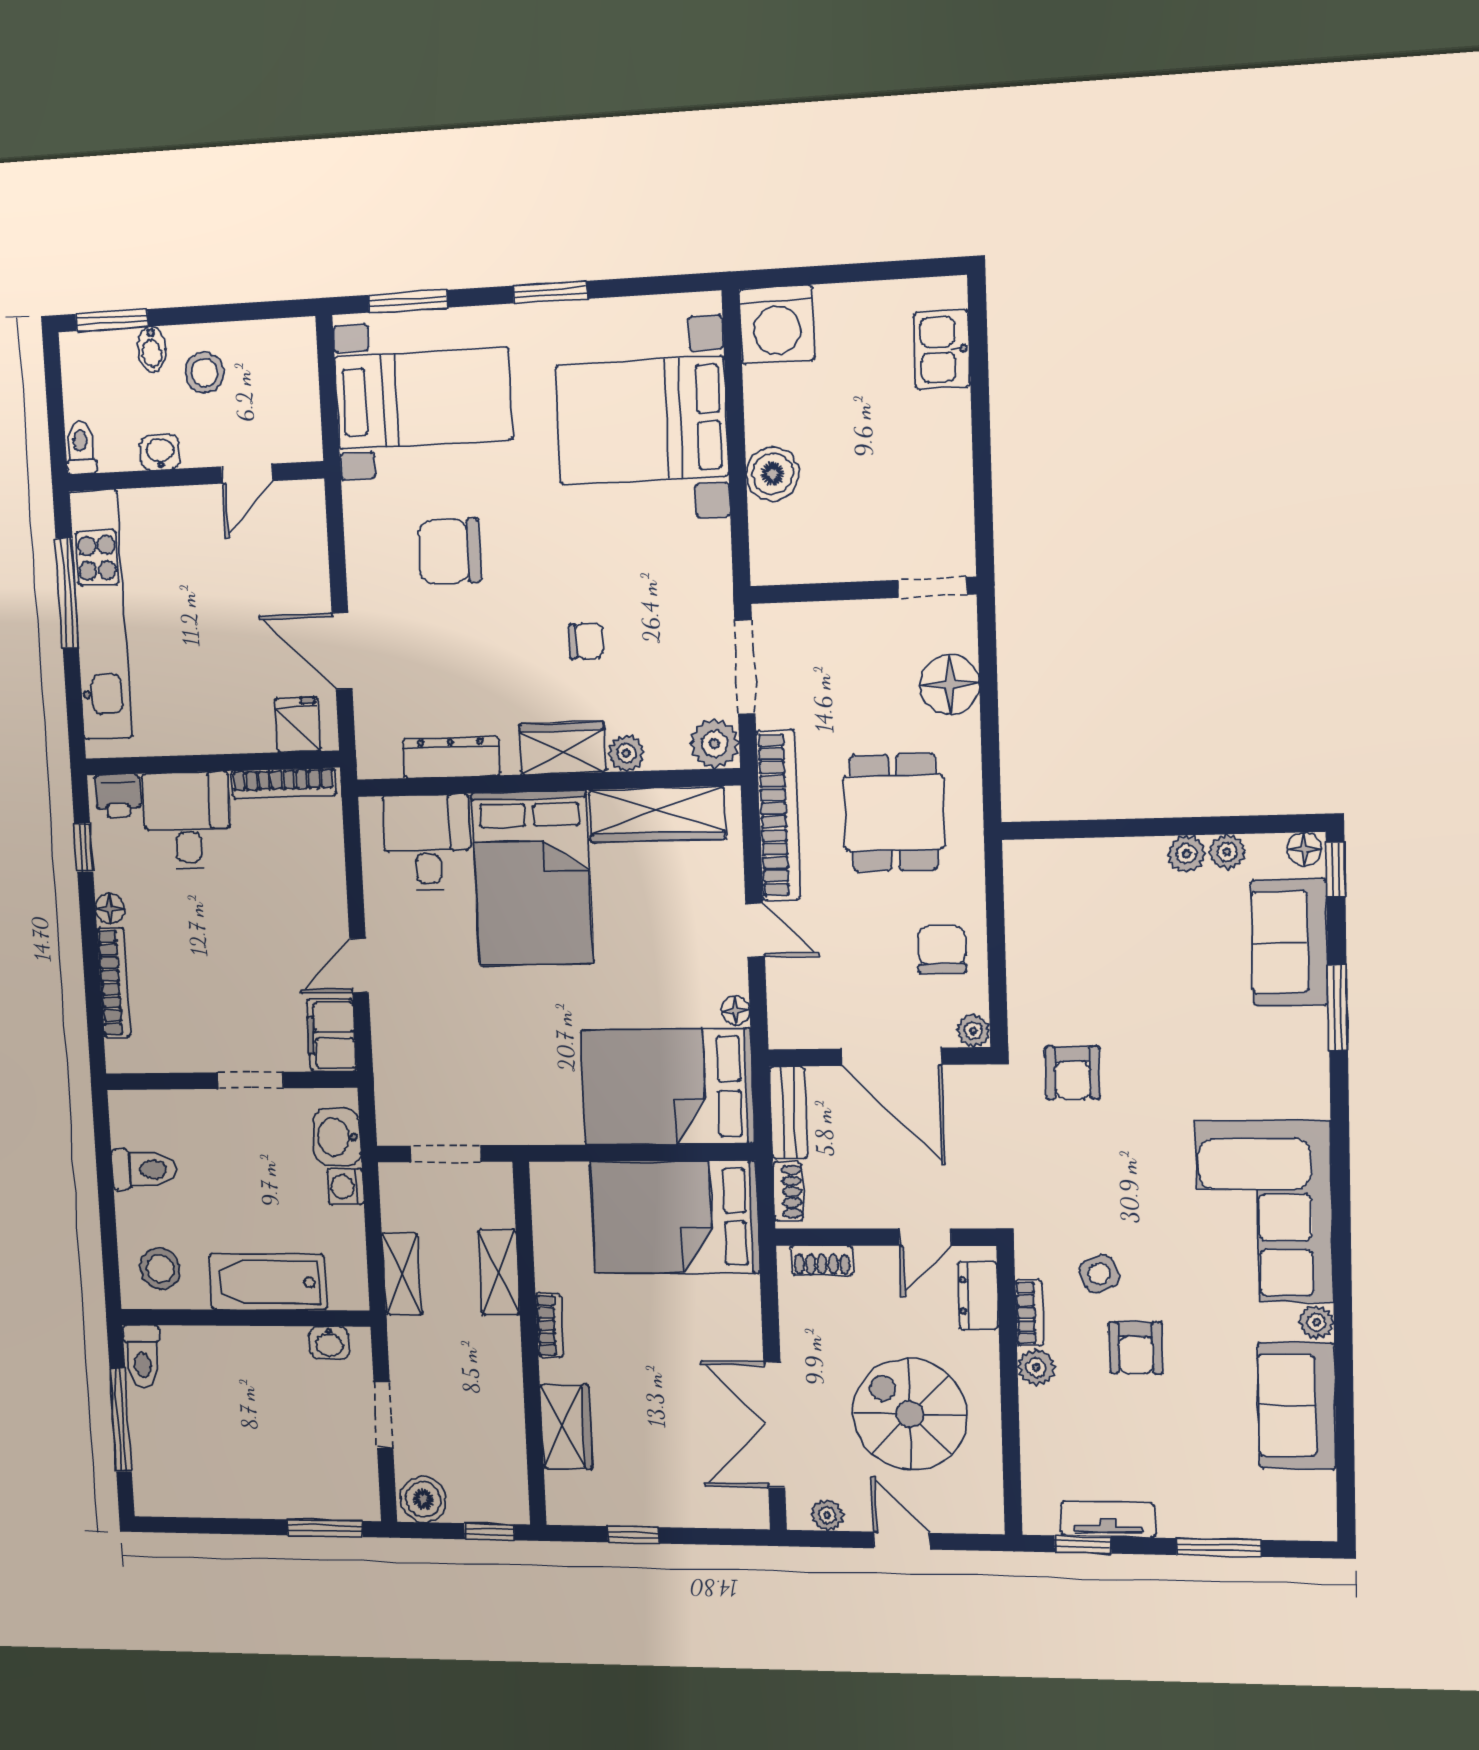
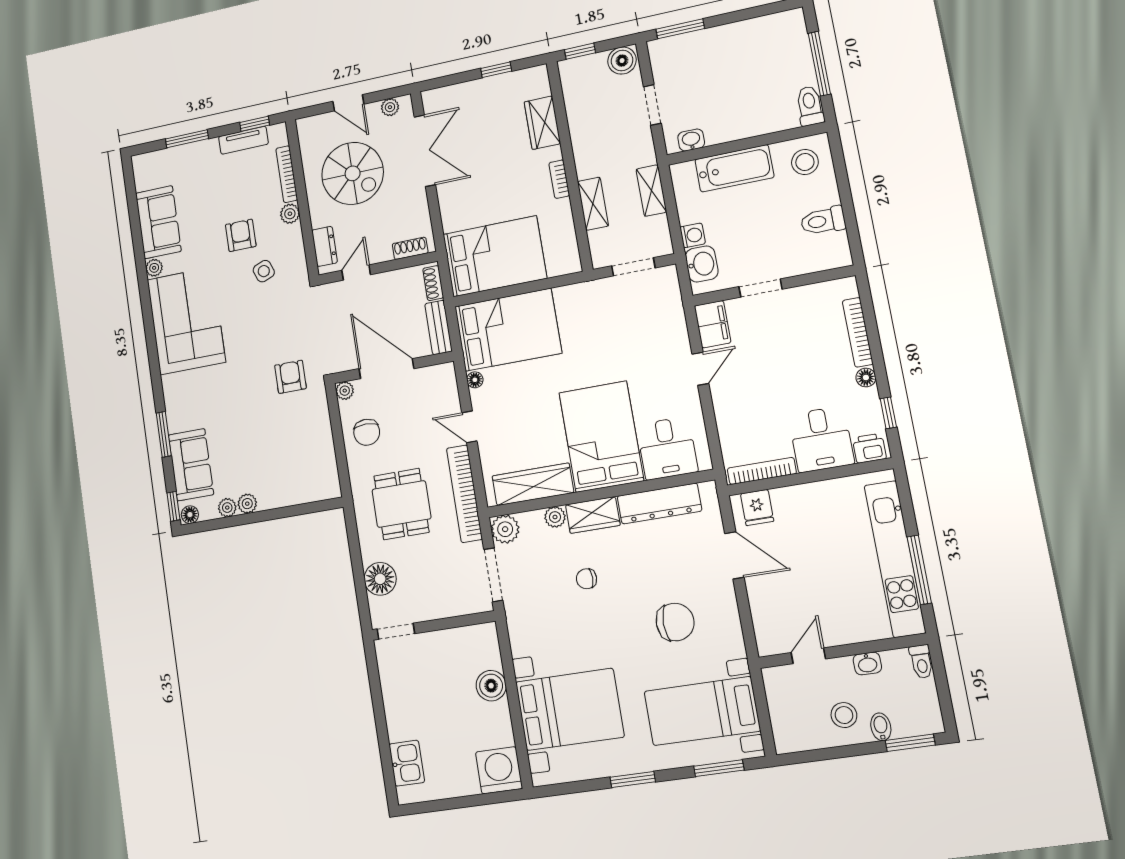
dresser: (451, 757) -> (659, 503), width x1.37, depth x1.24
bookcase: (1029, 1313) -> (287, 174), moved, width x1.56

